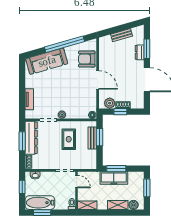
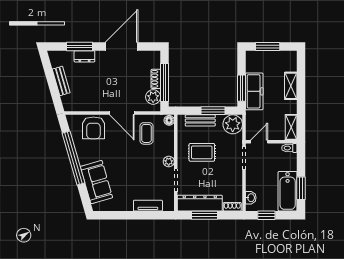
sofa: (47, 61) -> (96, 182), width x0.73
door: (98, 80) -> (122, 113), swing flipped
coffee table: (83, 98) -> (146, 133), added
window: (120, 112) -> (165, 82), width x2.17
window: (100, 137) -> (213, 111), moved
plant: (89, 162) -> (233, 124), added
boiler: (133, 205) -> (291, 65), removed

